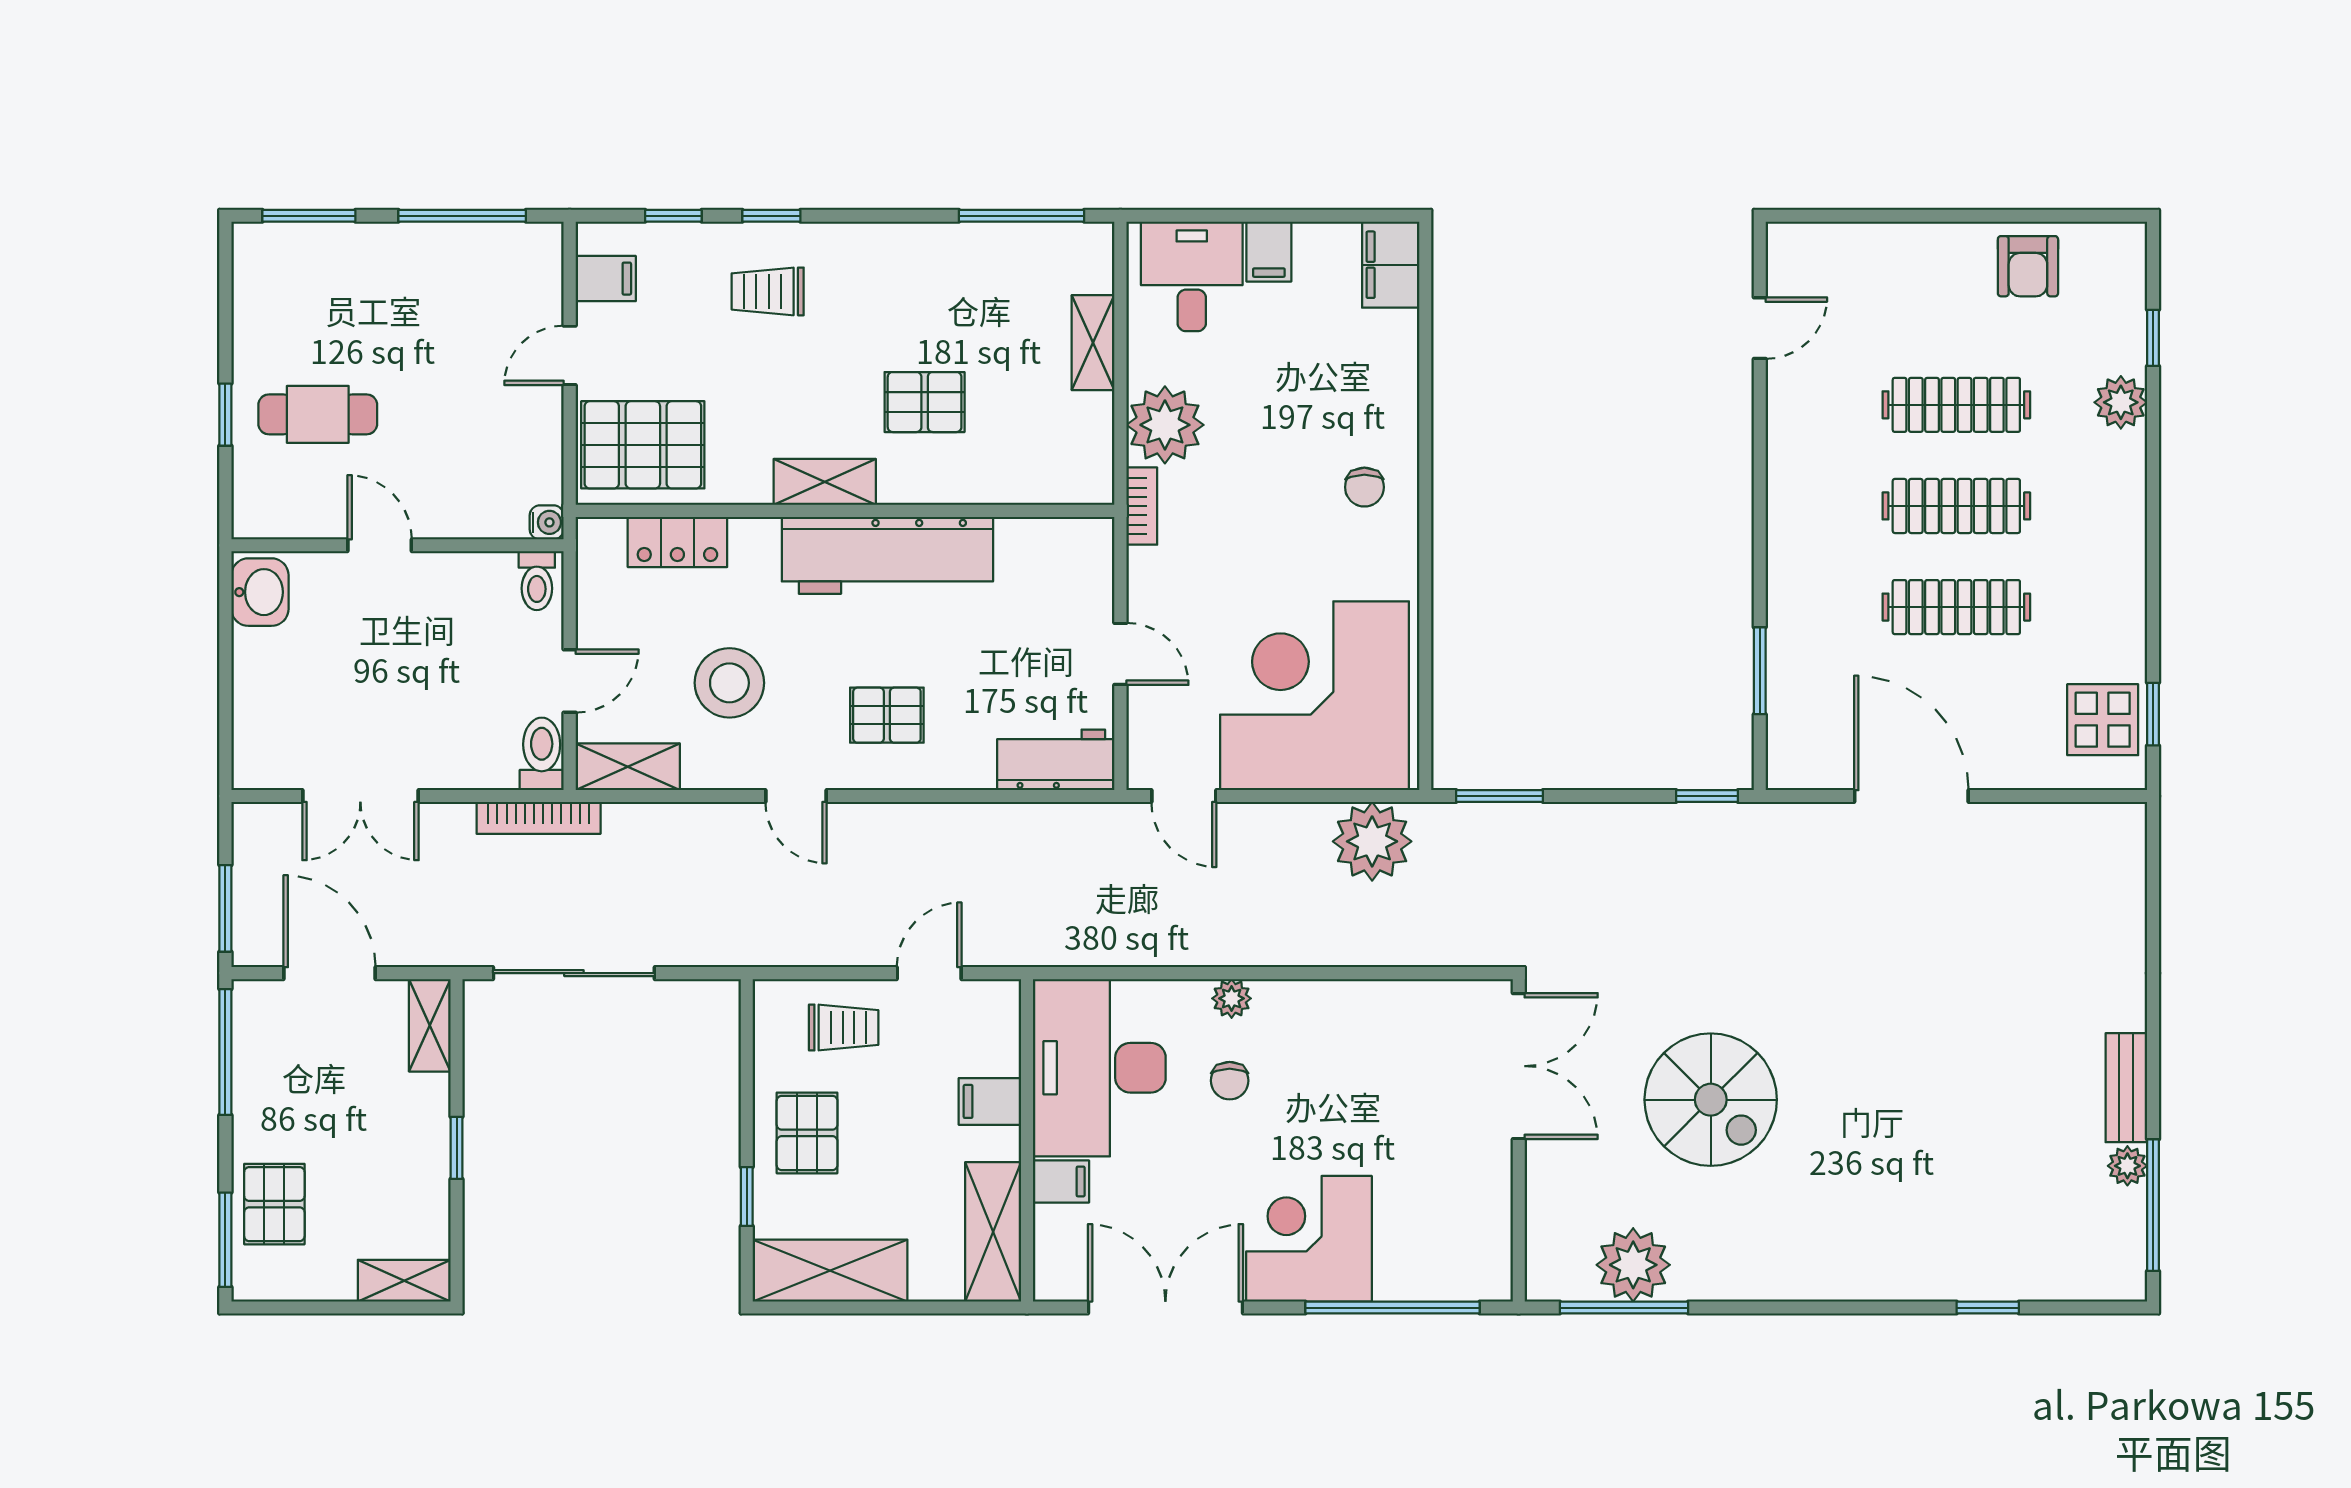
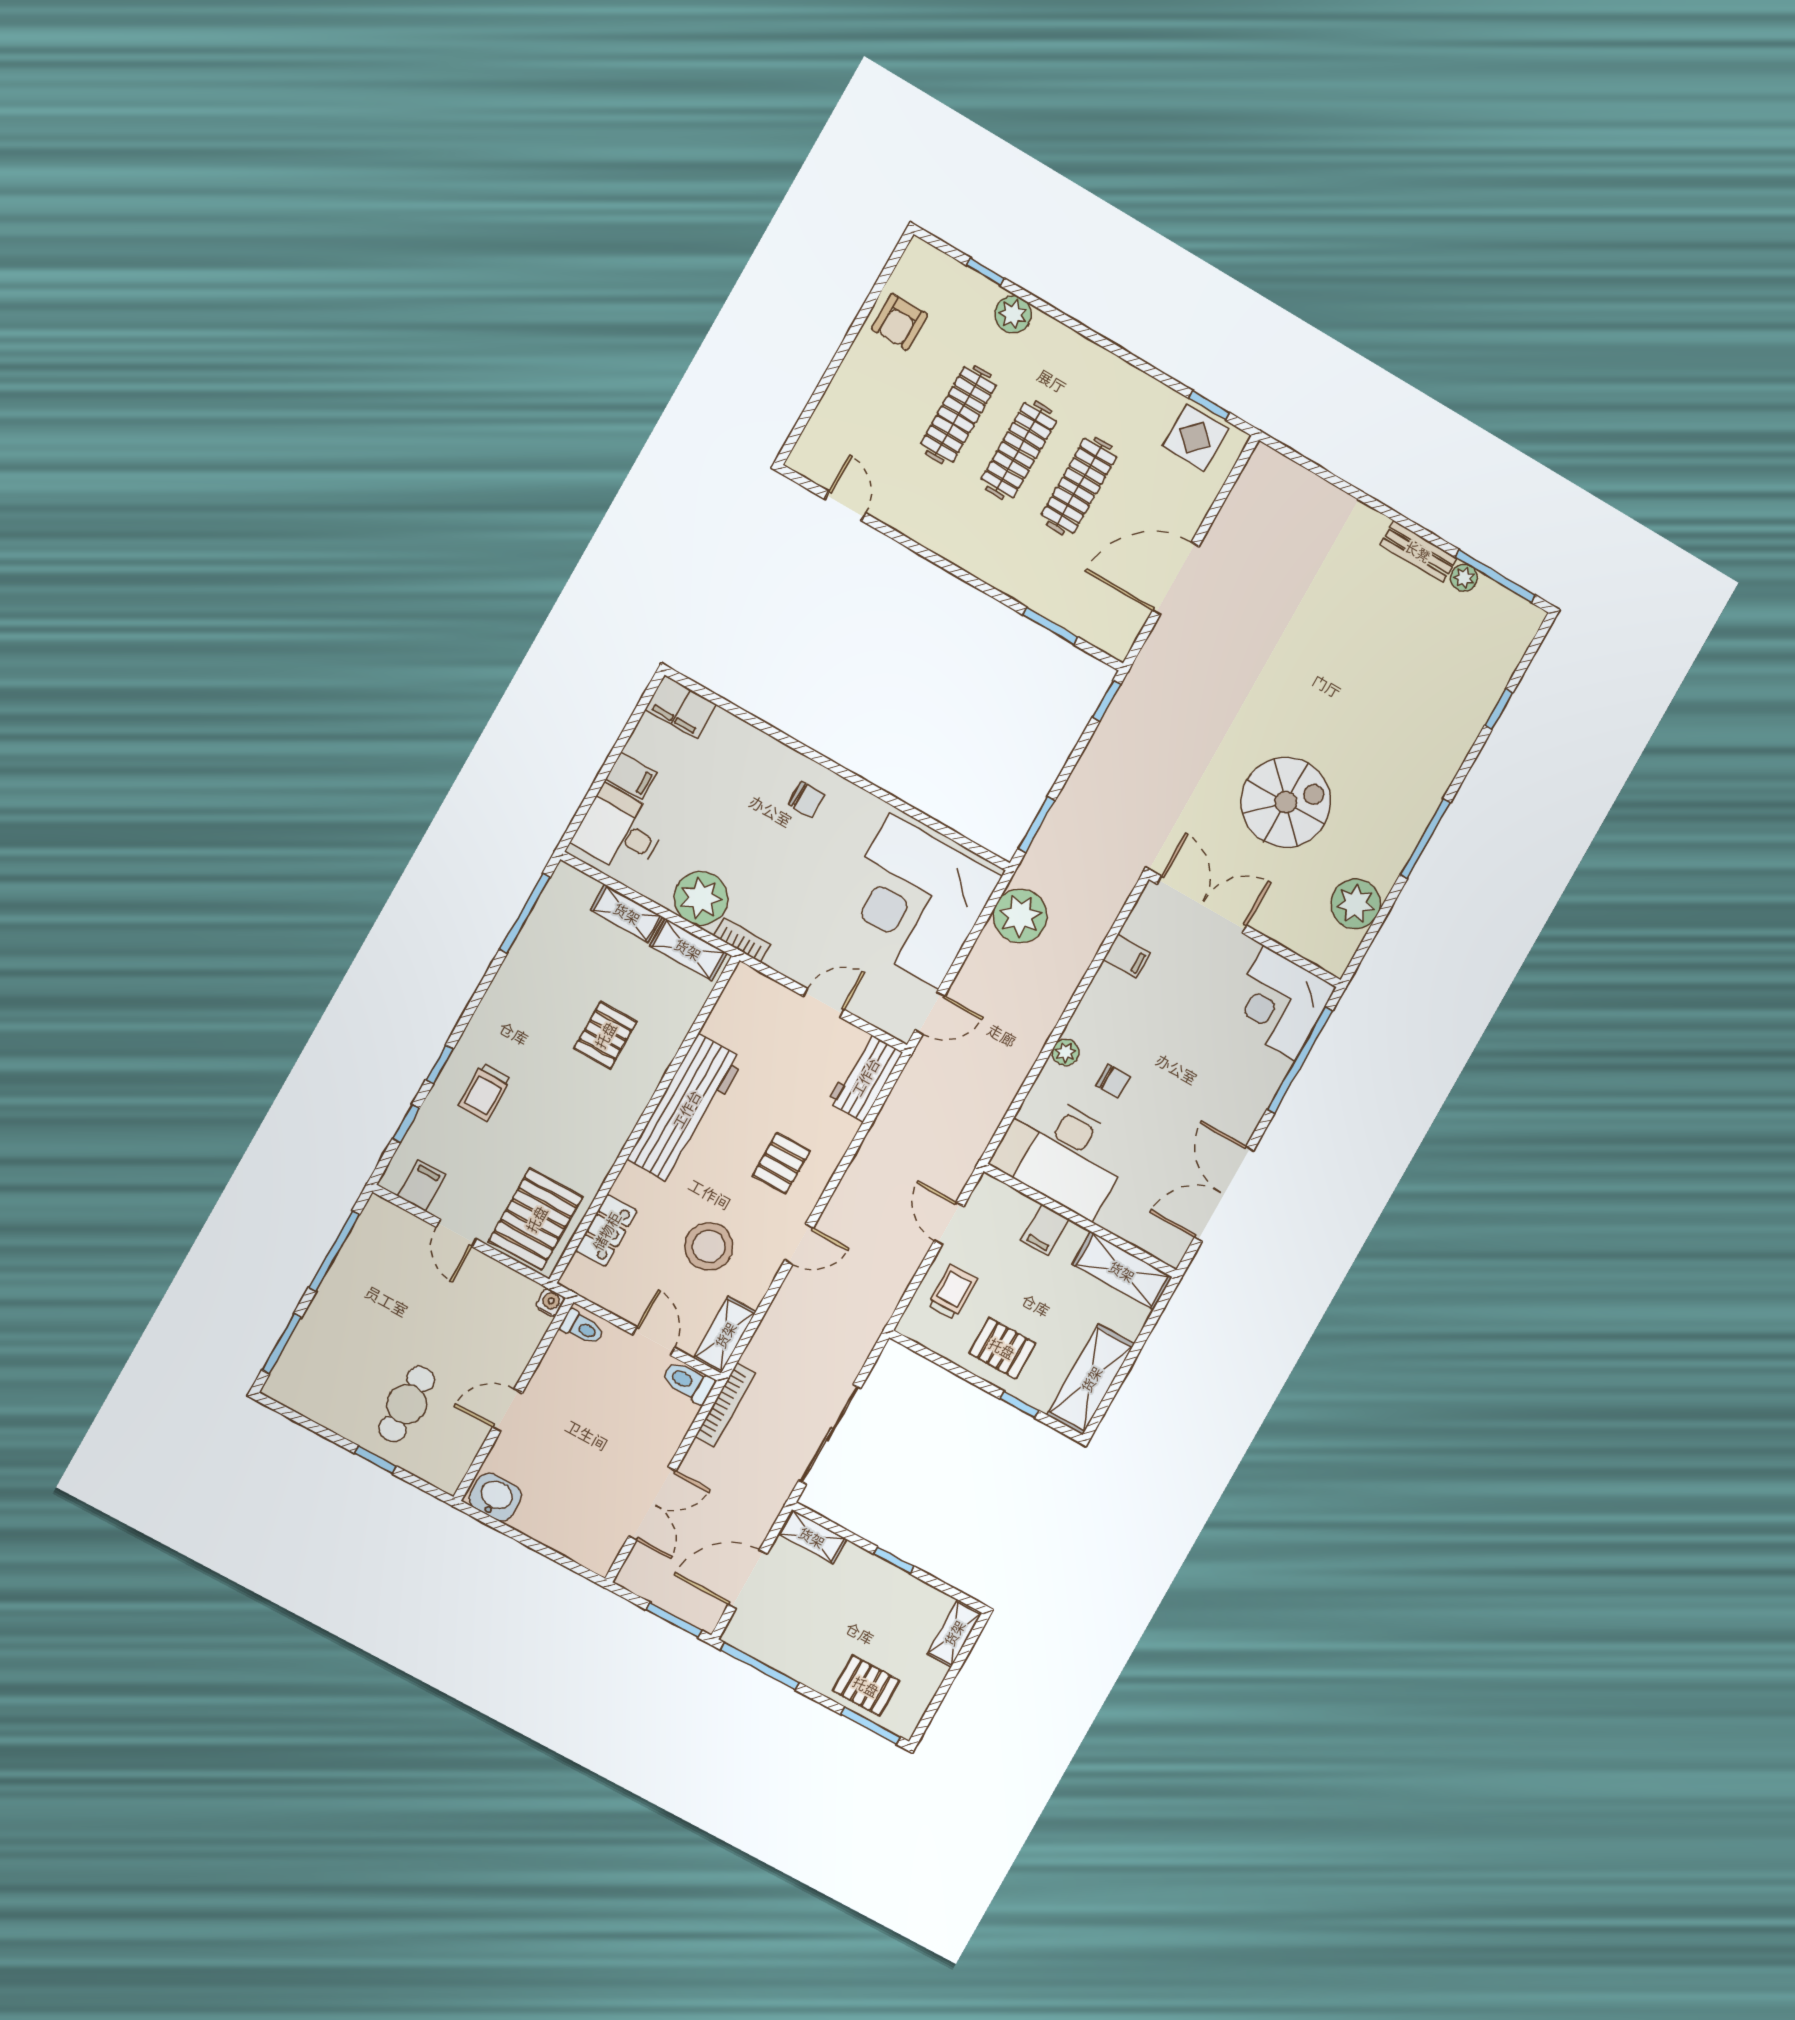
armchair: (2028, 266) -> (900, 322), turned 90
shelving: (825, 482) -> (688, 949), moved, turned 90
filing cabinet: (1061, 1181) -> (1127, 956), moved, turned 90
corner desk: (1309, 1239) -> (1279, 1003), moved
window: (1624, 1308) -> (1425, 839), moved

